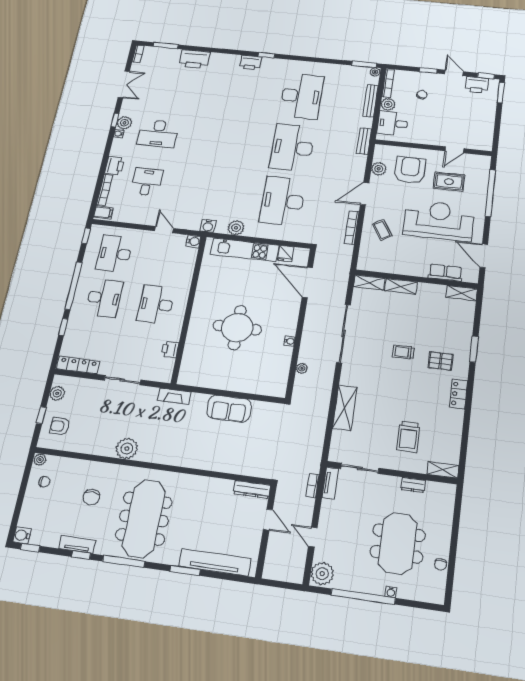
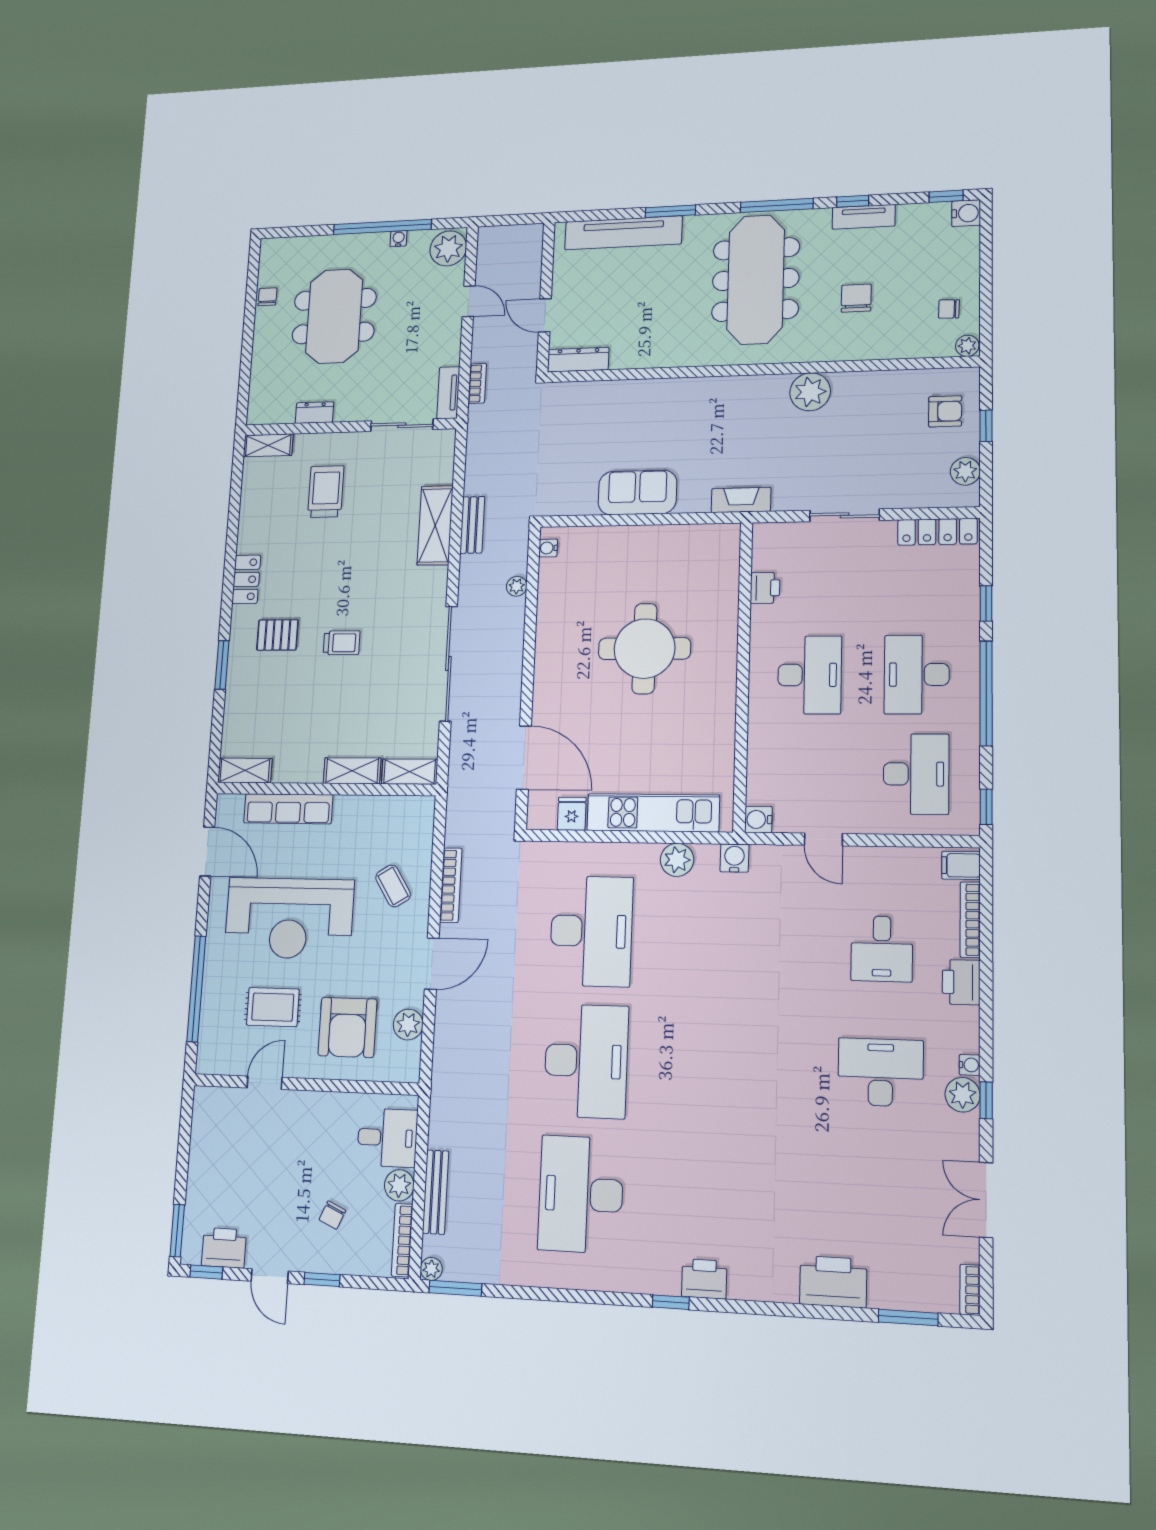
bench: (364, 141) -> (472, 525), moved
row of seats: (445, 273) -> (288, 809), width x1.48
water cooler: (290, 341) -> (548, 548), moved
water cooler: (391, 592) -> (399, 239), moved

